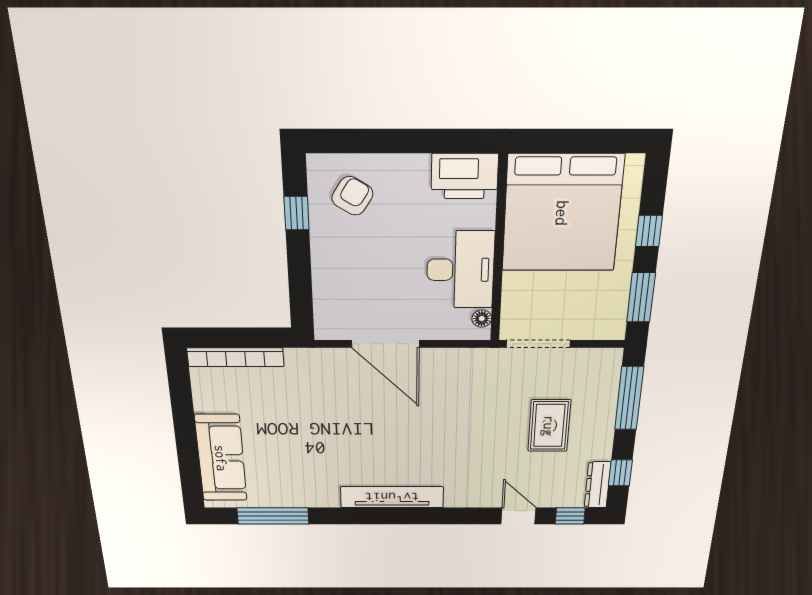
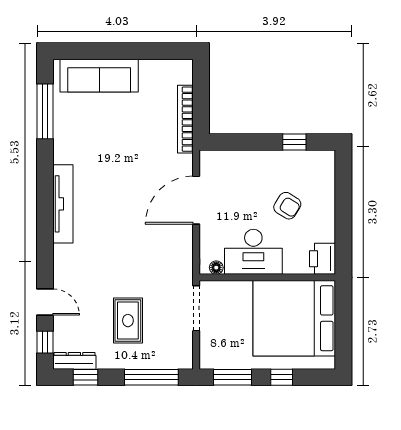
printer: (465, 176) -> (323, 259), width x0.73, depth x0.84
armchair: (352, 196) -> (287, 206), moved
bookcase: (235, 357) -> (185, 119), moved
rug: (549, 426) -> (128, 321), turned 90
door: (518, 516) -> (45, 302), hinge flipped

